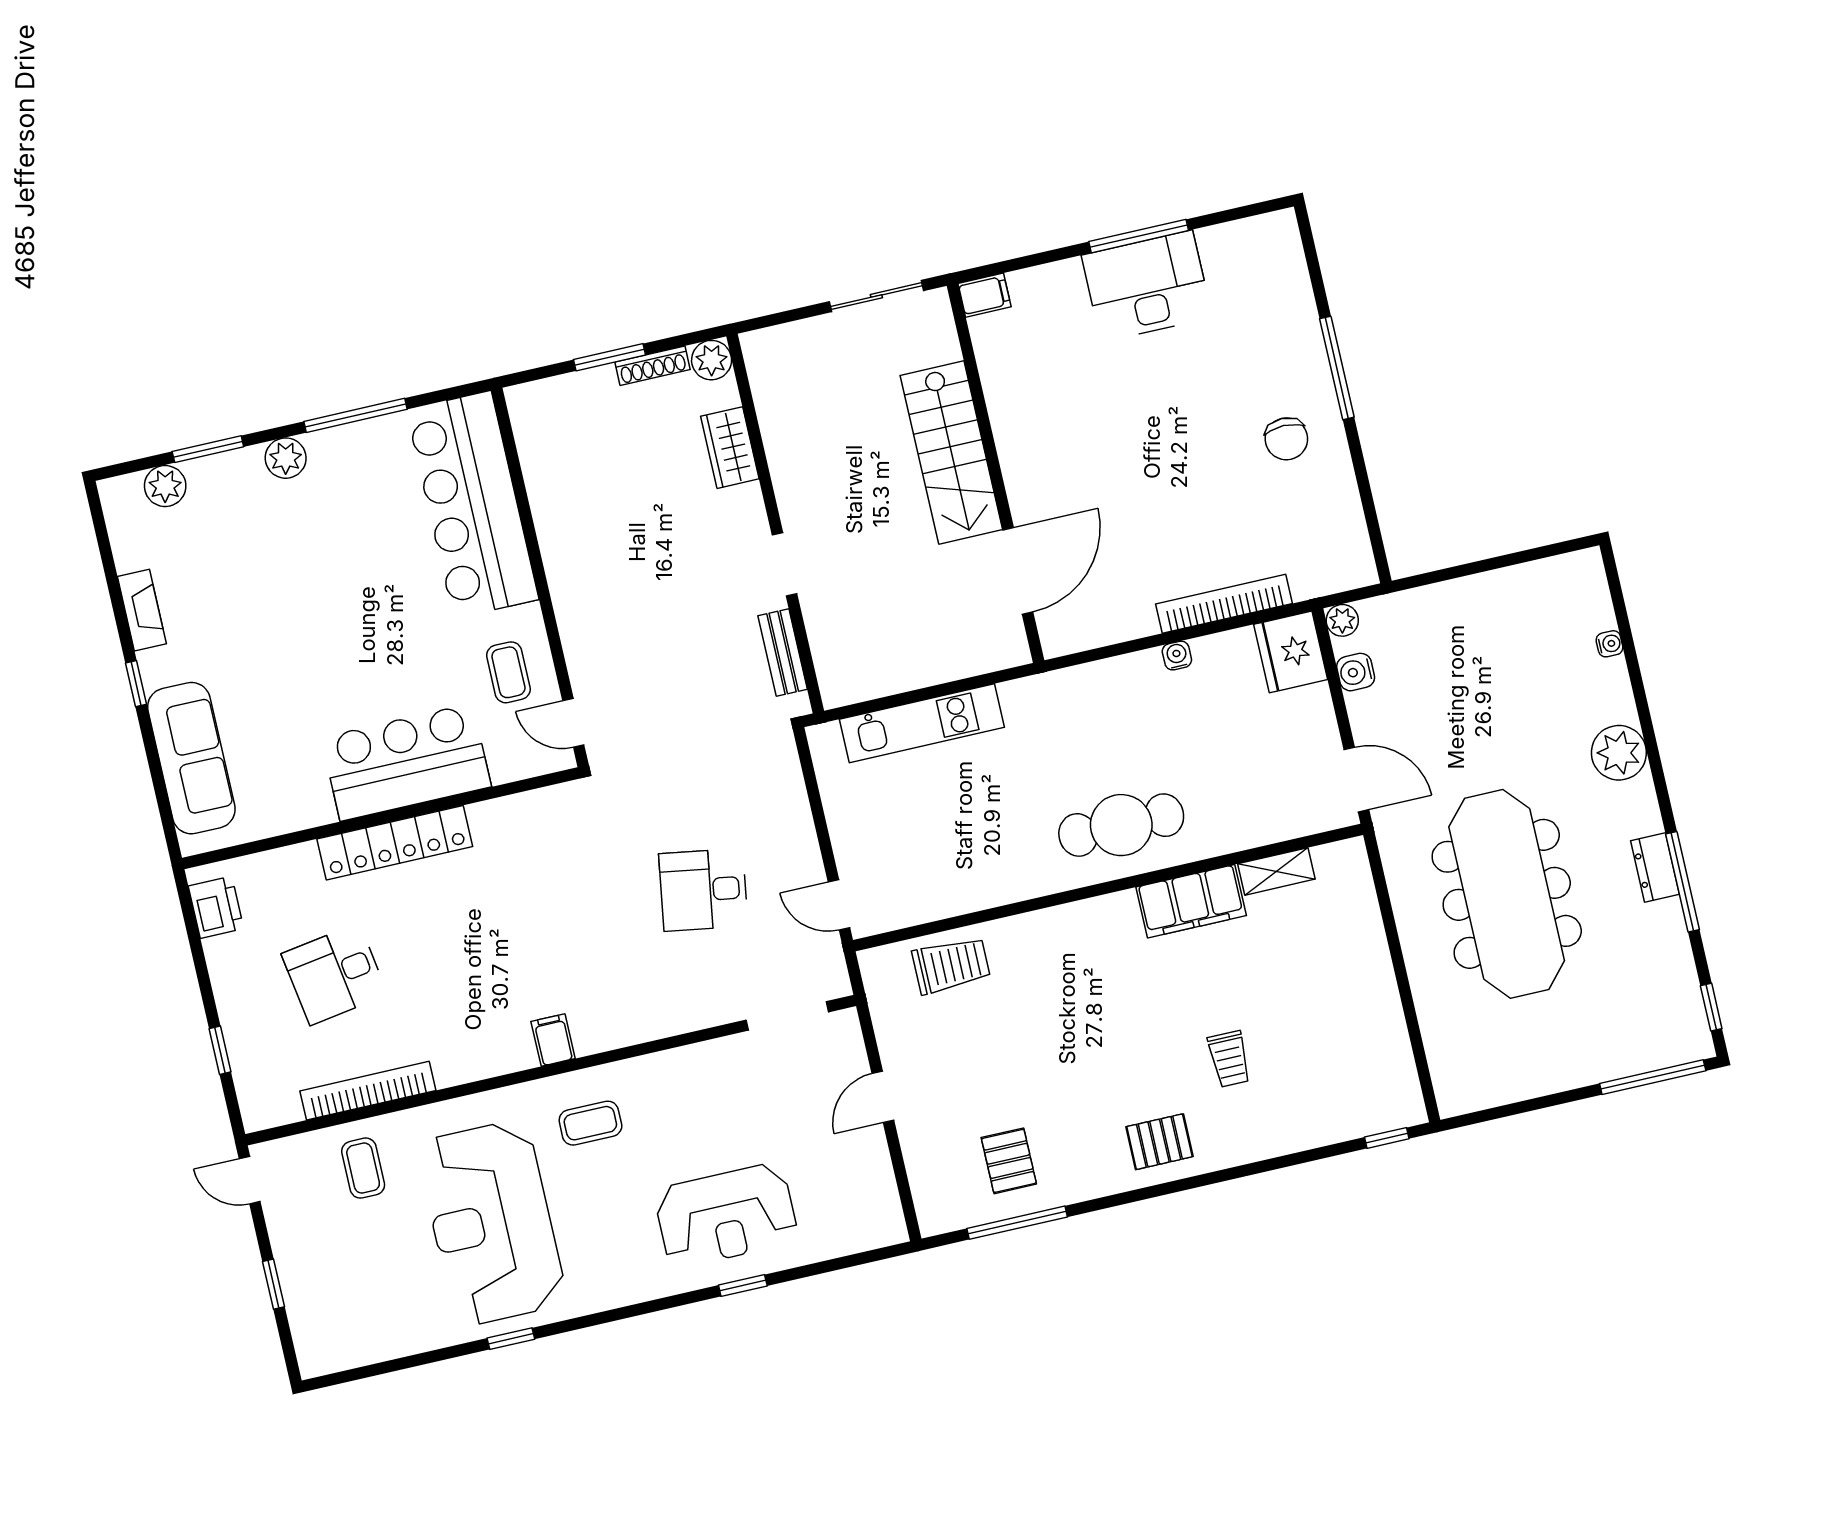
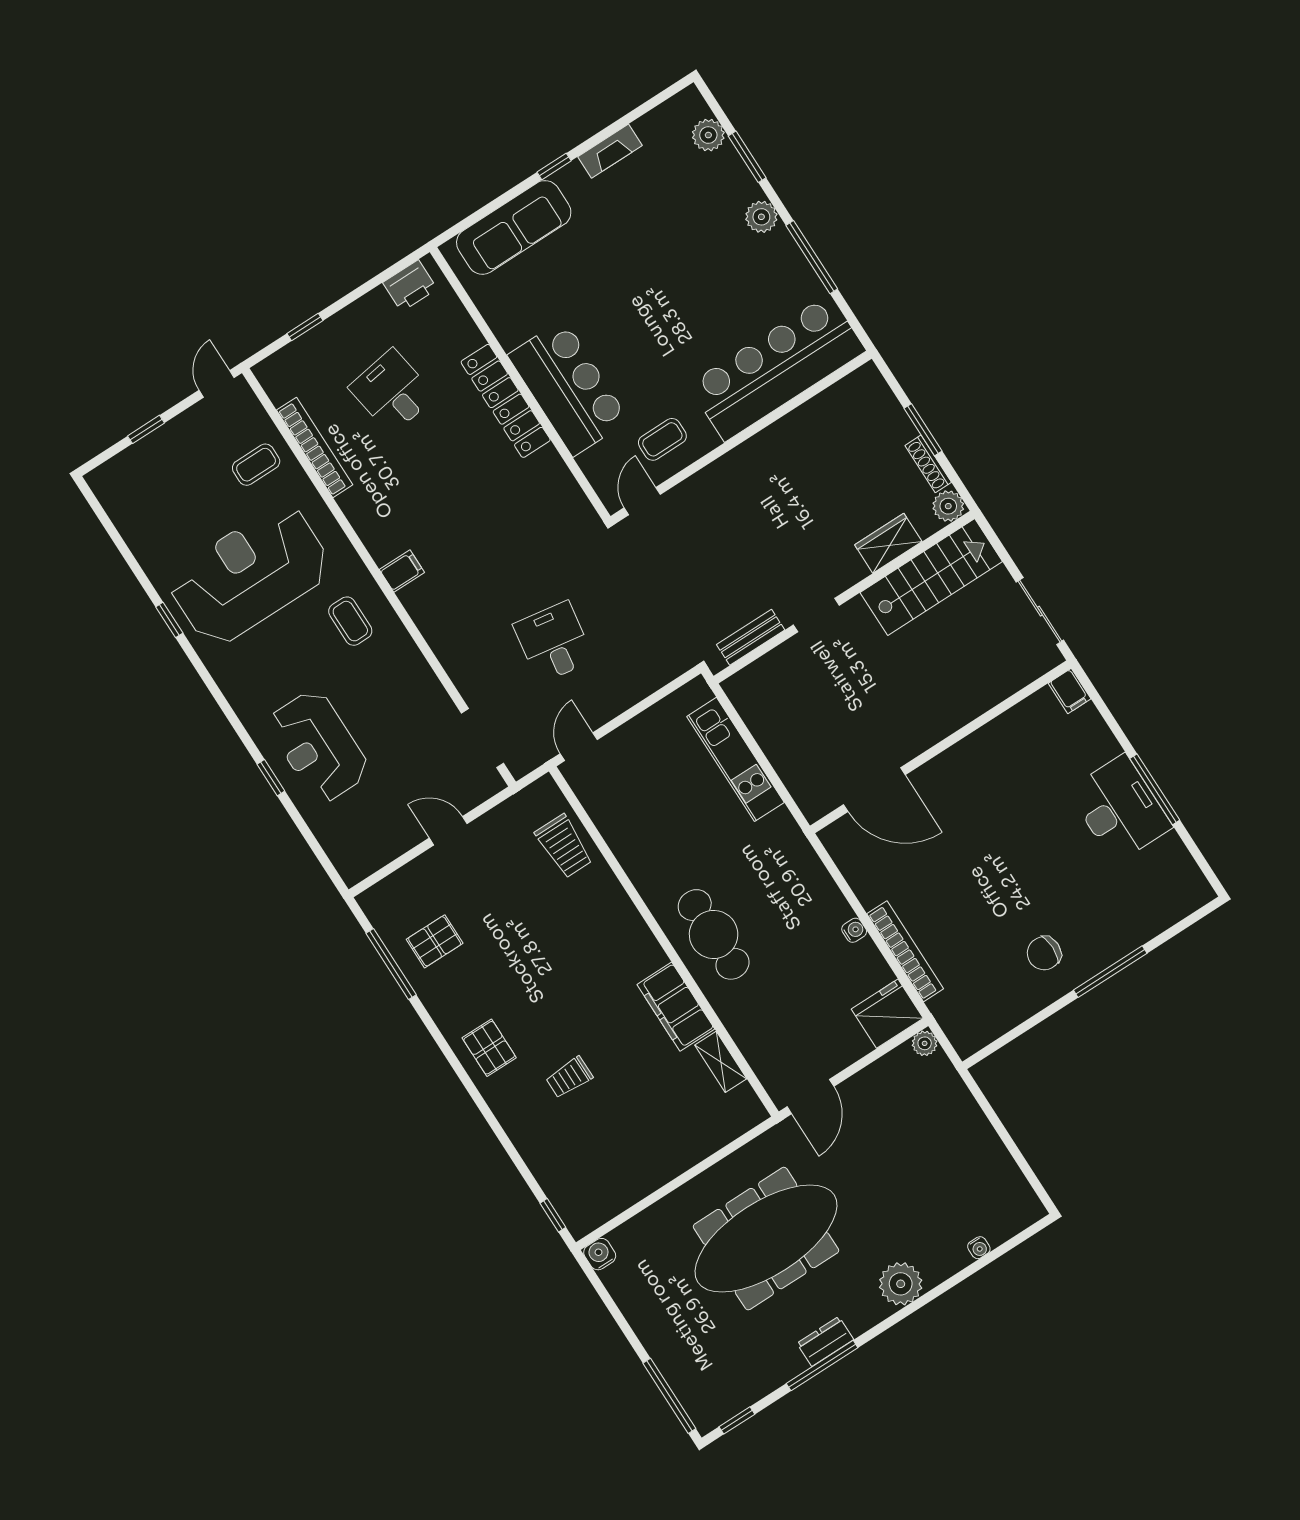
stairs: (951, 452) -> (931, 577), moved, turned 180
water cooler: (1356, 672) -> (600, 1254), moved

